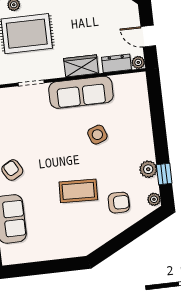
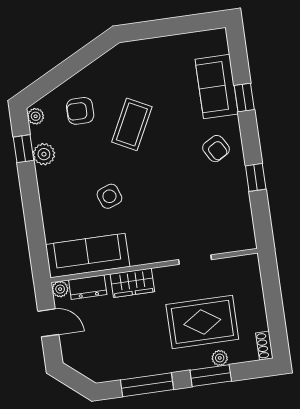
sofa: (81, 92) -> (88, 256), moved
coffee table: (78, 191) -> (132, 124), turned -65

